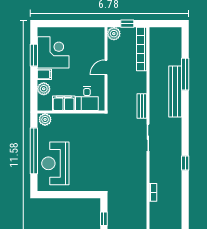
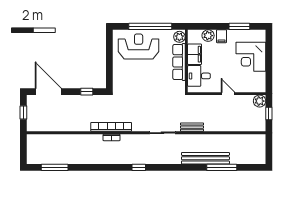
bookcase: (142, 49) -> (111, 127), moved
corner desk: (53, 52) -> (251, 57), moved, turned 90
row of seats: (72, 120) -> (179, 62), added

